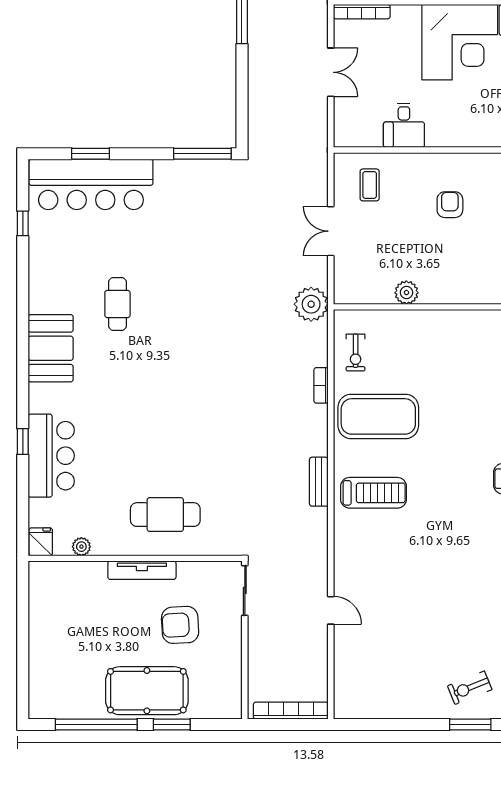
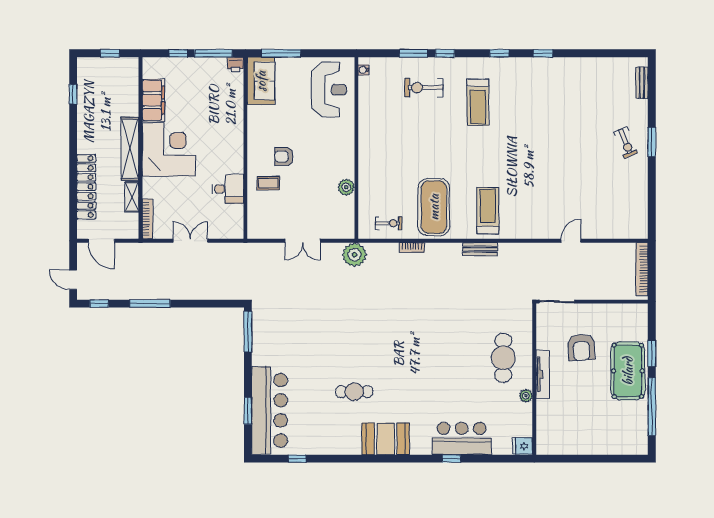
coffee table: (370, 185) -> (268, 183), moved
plant: (81, 547) -> (526, 396), moved

